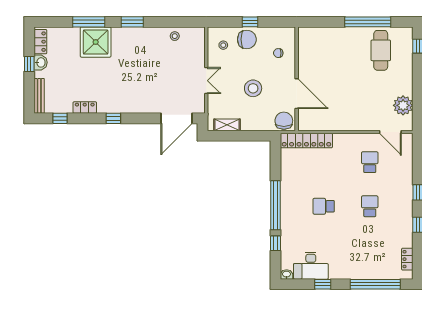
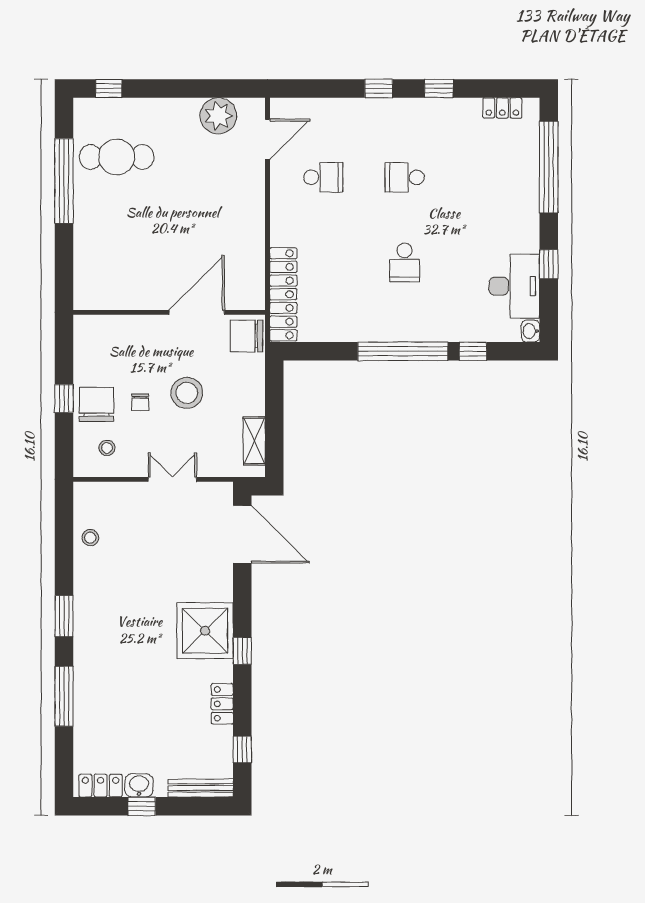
shower: (96, 42) -> (205, 631), moved
chair: (278, 53) -> (140, 402), moved
school desk: (370, 162) -> (323, 177), turned 180

